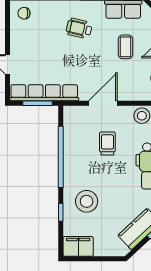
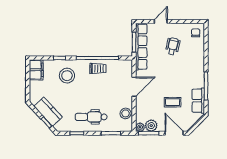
wheelchair: (79, 28) -> (173, 46), moved
door: (103, 103) -> (134, 87), hinge flipped
trolley: (107, 144) -> (98, 69), moved

